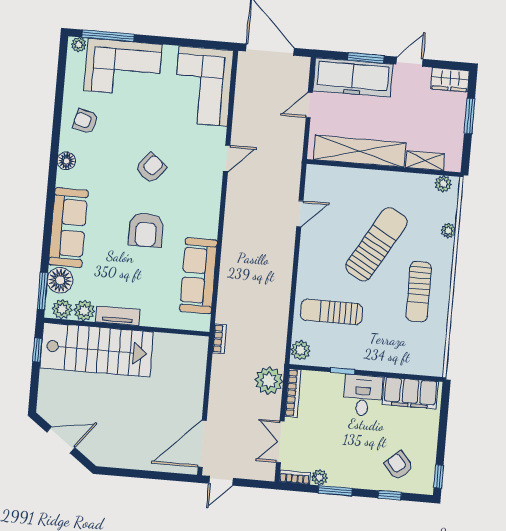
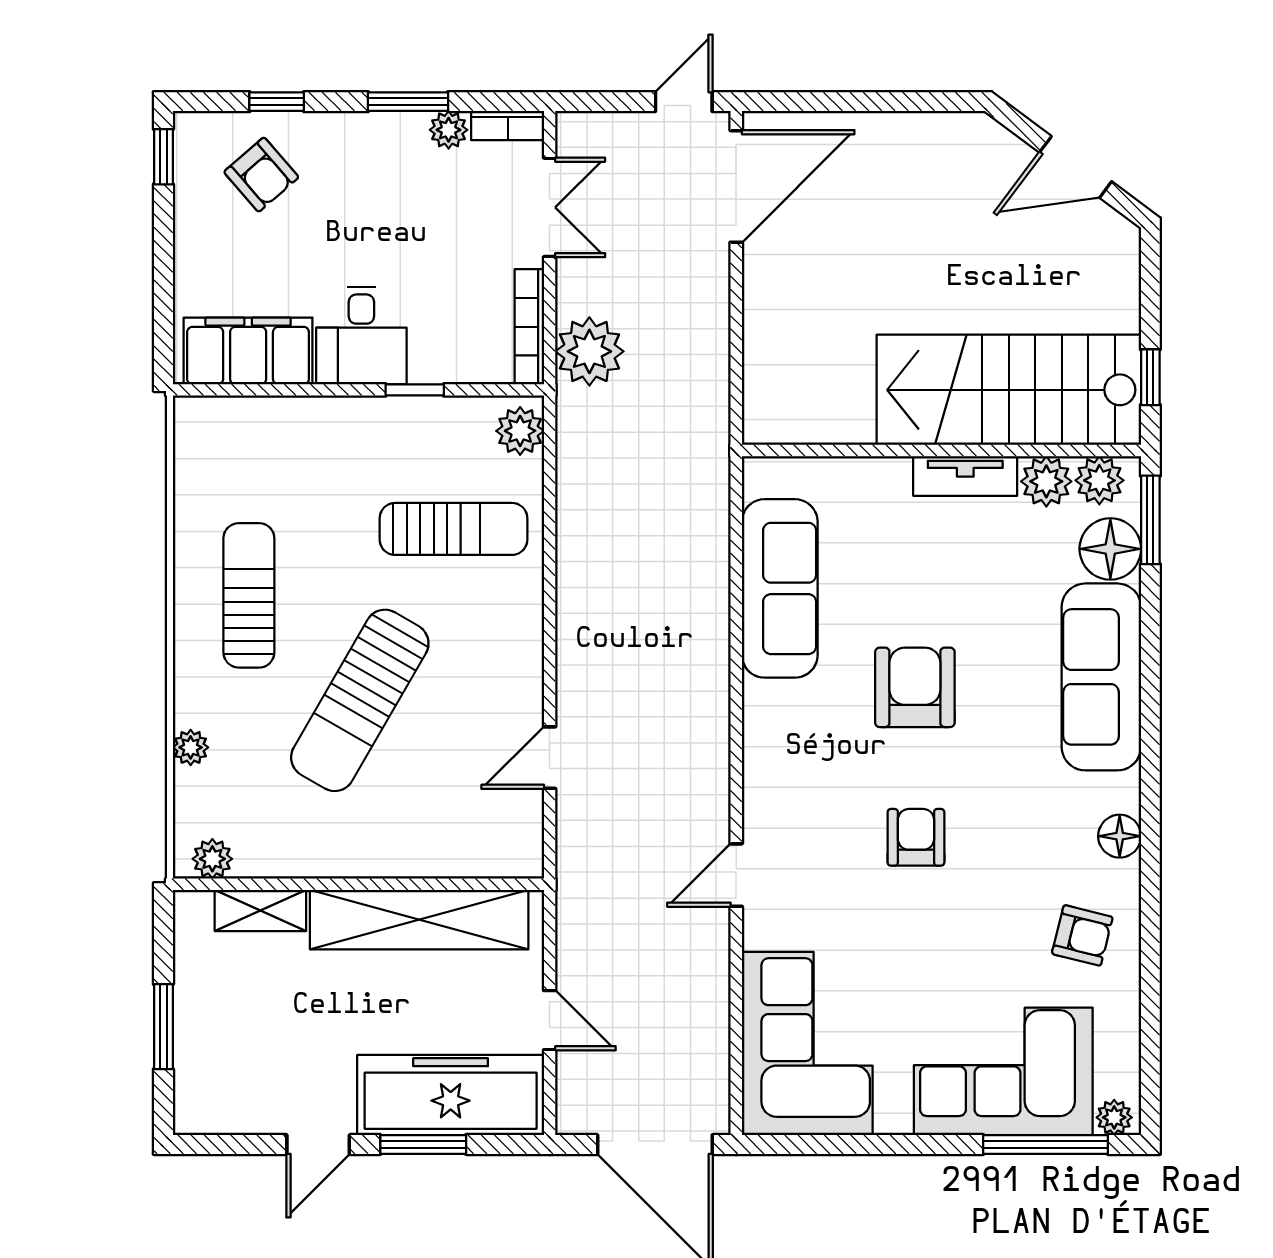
wardrobe: (450, 80) -> (217, 1109), removed
door: (309, 105) -> (550, 1020), hinge flipped
armchair: (151, 168) -> (916, 837), turned 141
bookcase: (219, 339) -> (717, 442), removed

